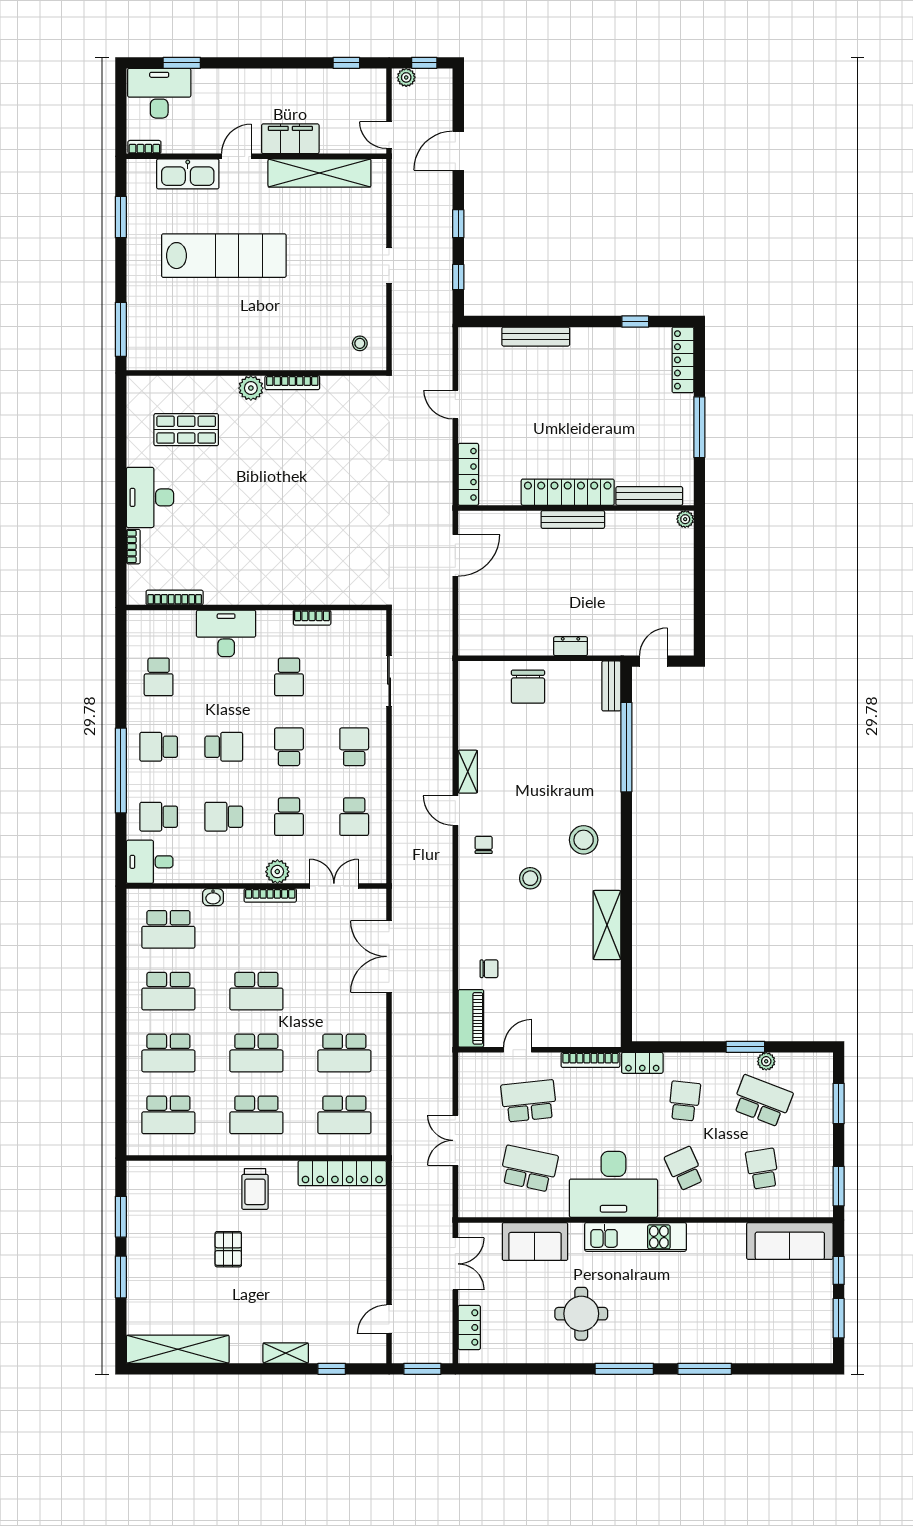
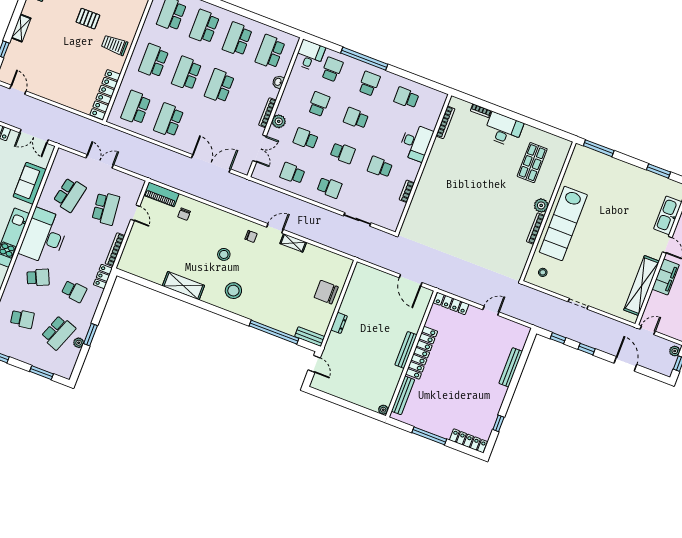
lab bench: (224, 256) -> (563, 223), moved
school desk: (224, 747) -> (356, 118), turned 90

